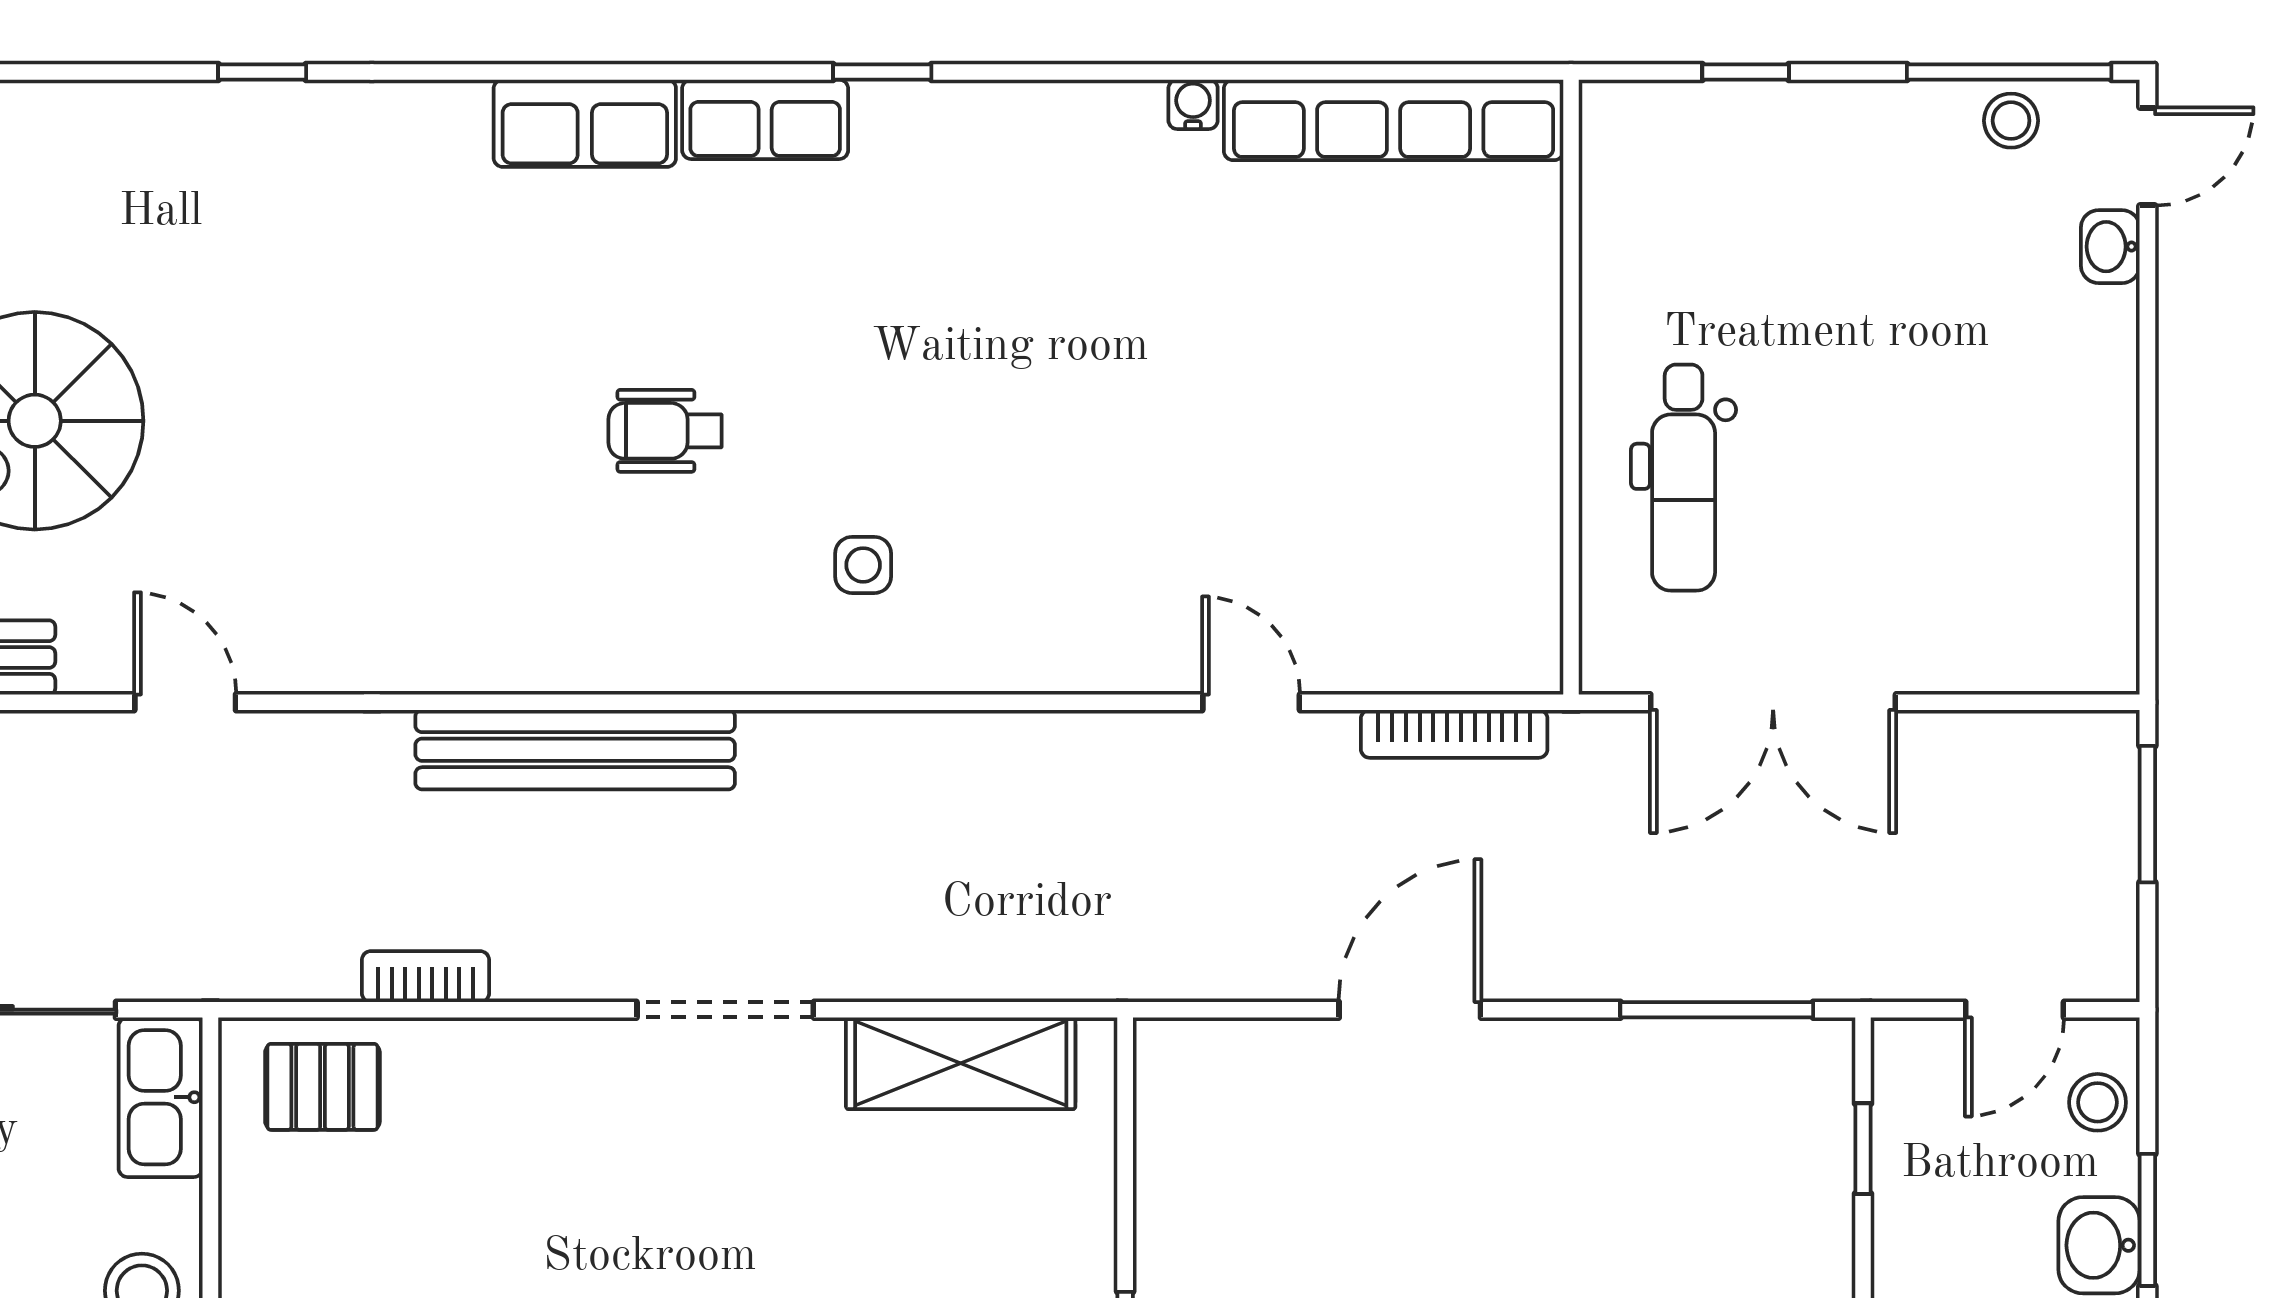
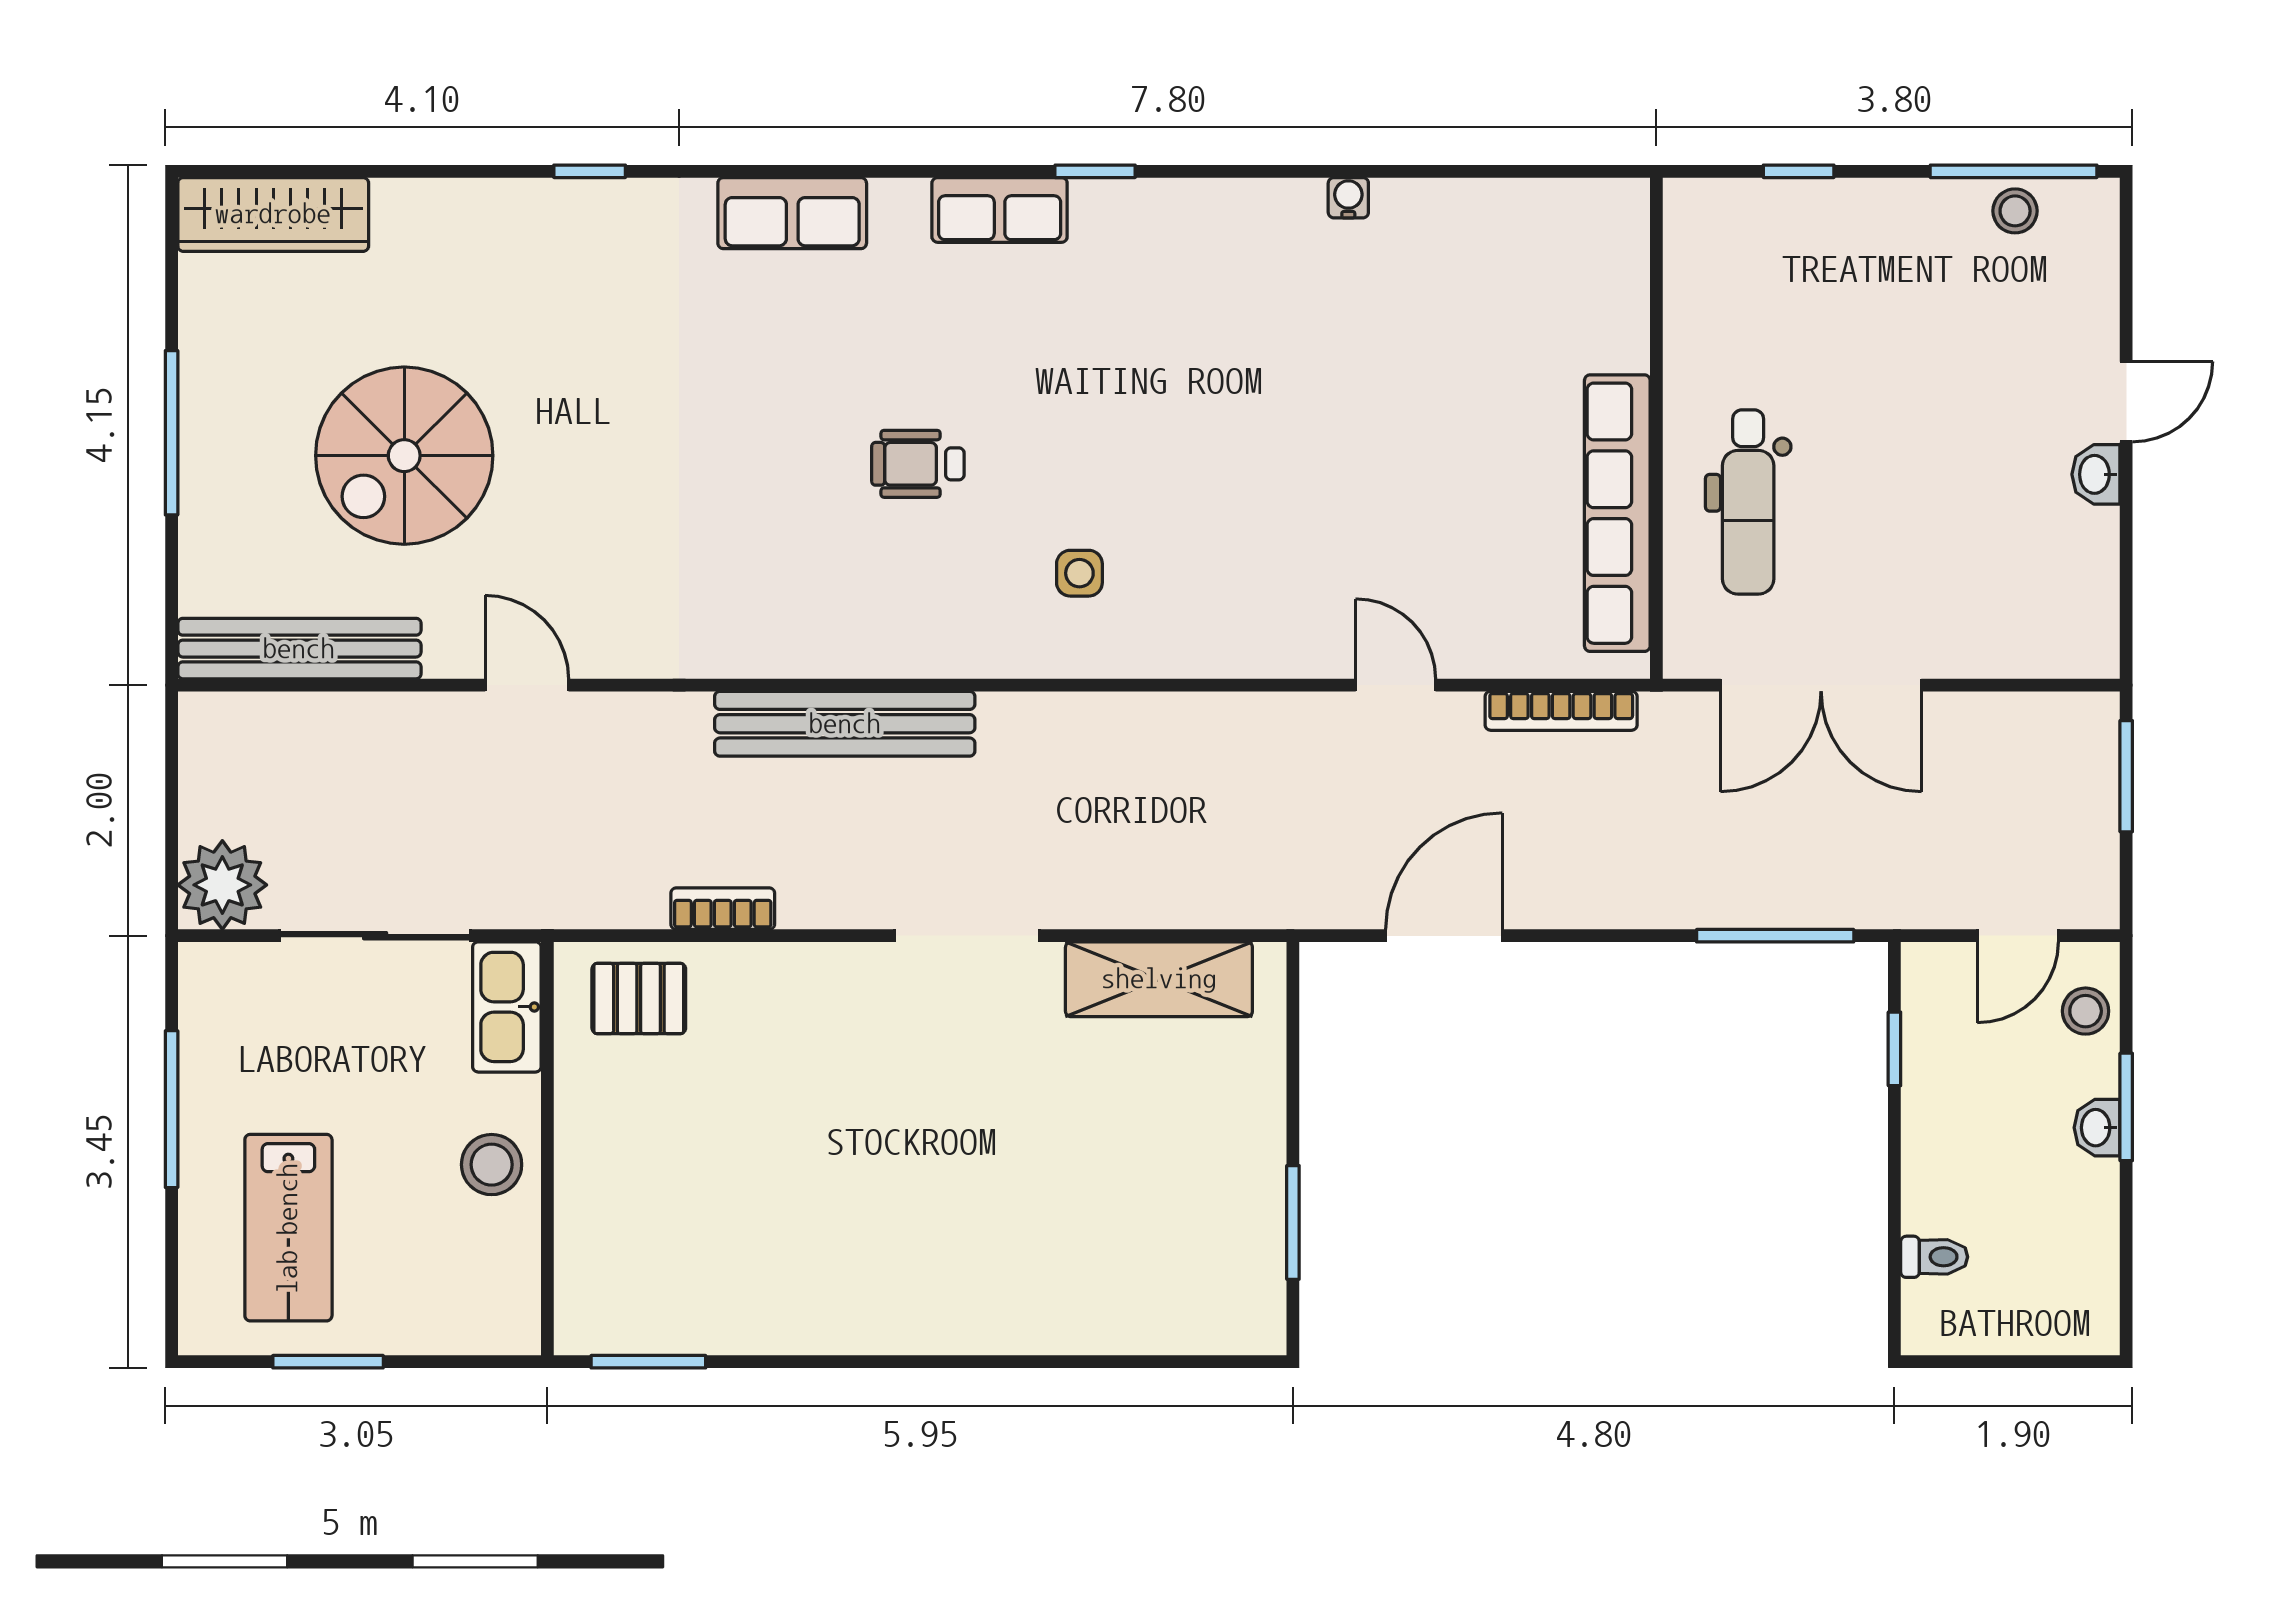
row of seats: (1394, 120) -> (1617, 513), moved, turned 90
row of seats: (585, 123) -> (792, 213), moved
door: (2147, 156) -> (2126, 402), moved
washbasin: (2110, 247) -> (2096, 474), moved
door: (1410, 1010) -> (1444, 936), moved
washbasin: (2099, 1245) -> (2097, 1128), width x0.72, depth x0.69

